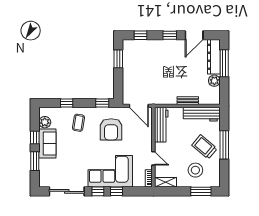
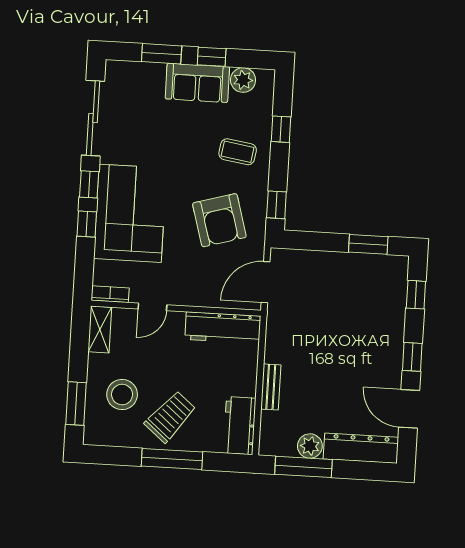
window: (224, 63) -> (303, 467), moved
workbench: (202, 114) -> (240, 426), width x0.73
armchair: (111, 129) -> (219, 220), turned -106

